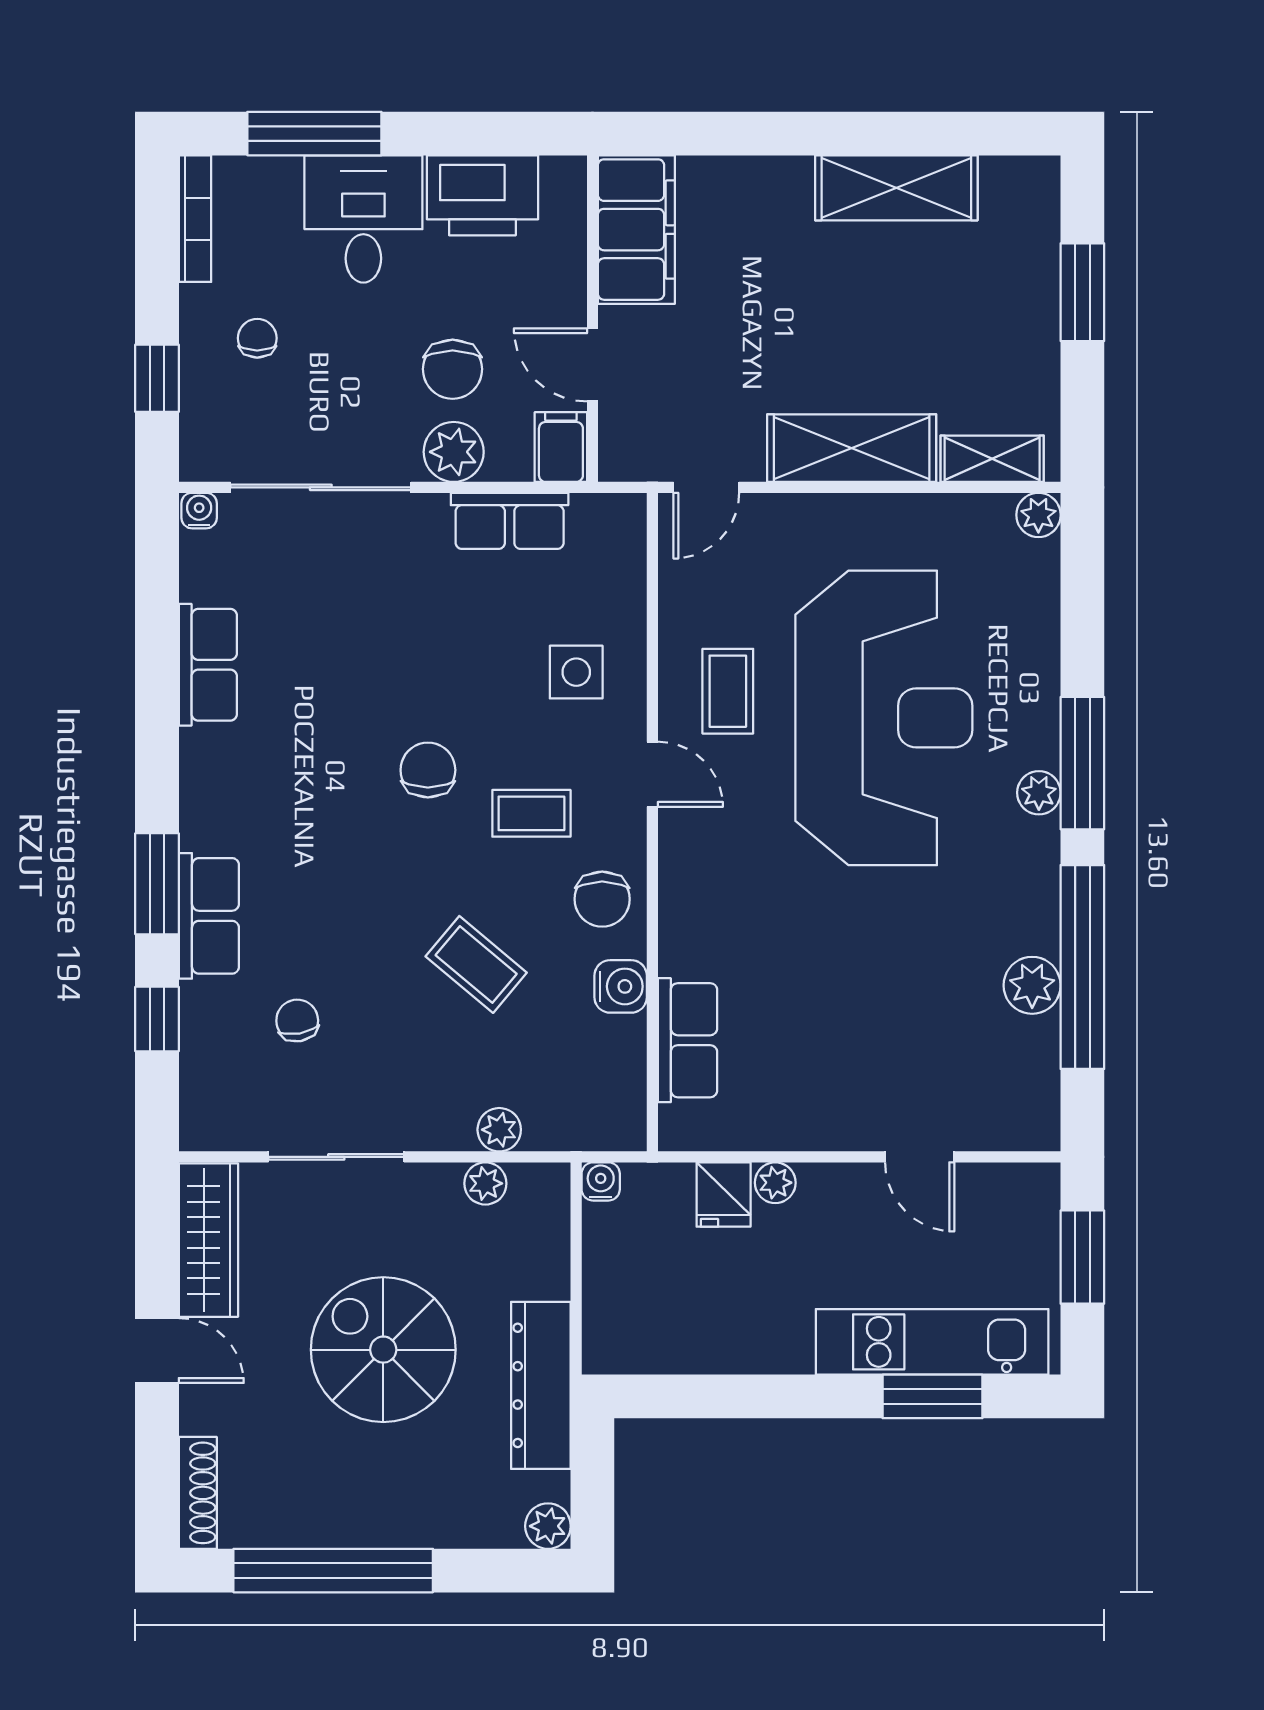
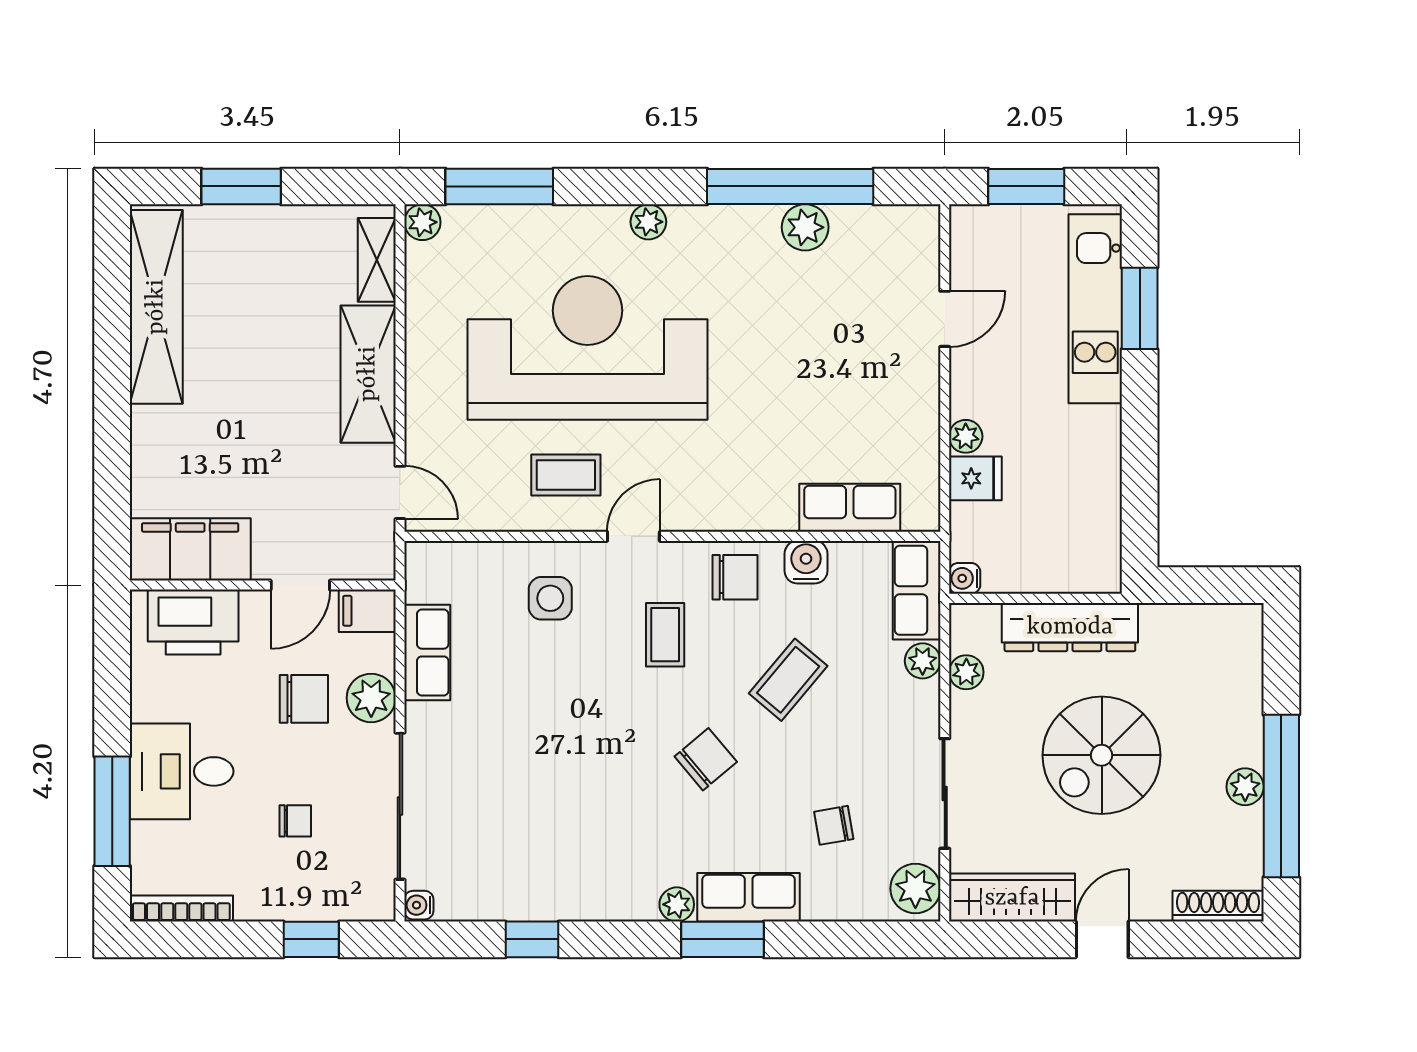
shelving: (896, 188) -> (156, 307), width x1.47
printer: (482, 195) -> (193, 622), moved, turned 90
chair: (257, 338) -> (295, 821), moved, turned 180
row of seats: (208, 665) -> (917, 590), moved, turned -90
window: (1082, 763) -> (499, 186), moved
chair: (428, 770) -> (706, 759), moved, turned 140
plant: (200, 828) -> (677, 904), added
window: (157, 1019) -> (532, 939), moved
plant: (219, 1121) -> (915, 889), added
dresser: (541, 1385) -> (1070, 627), moved
plant: (548, 1526) -> (1245, 787), moved

